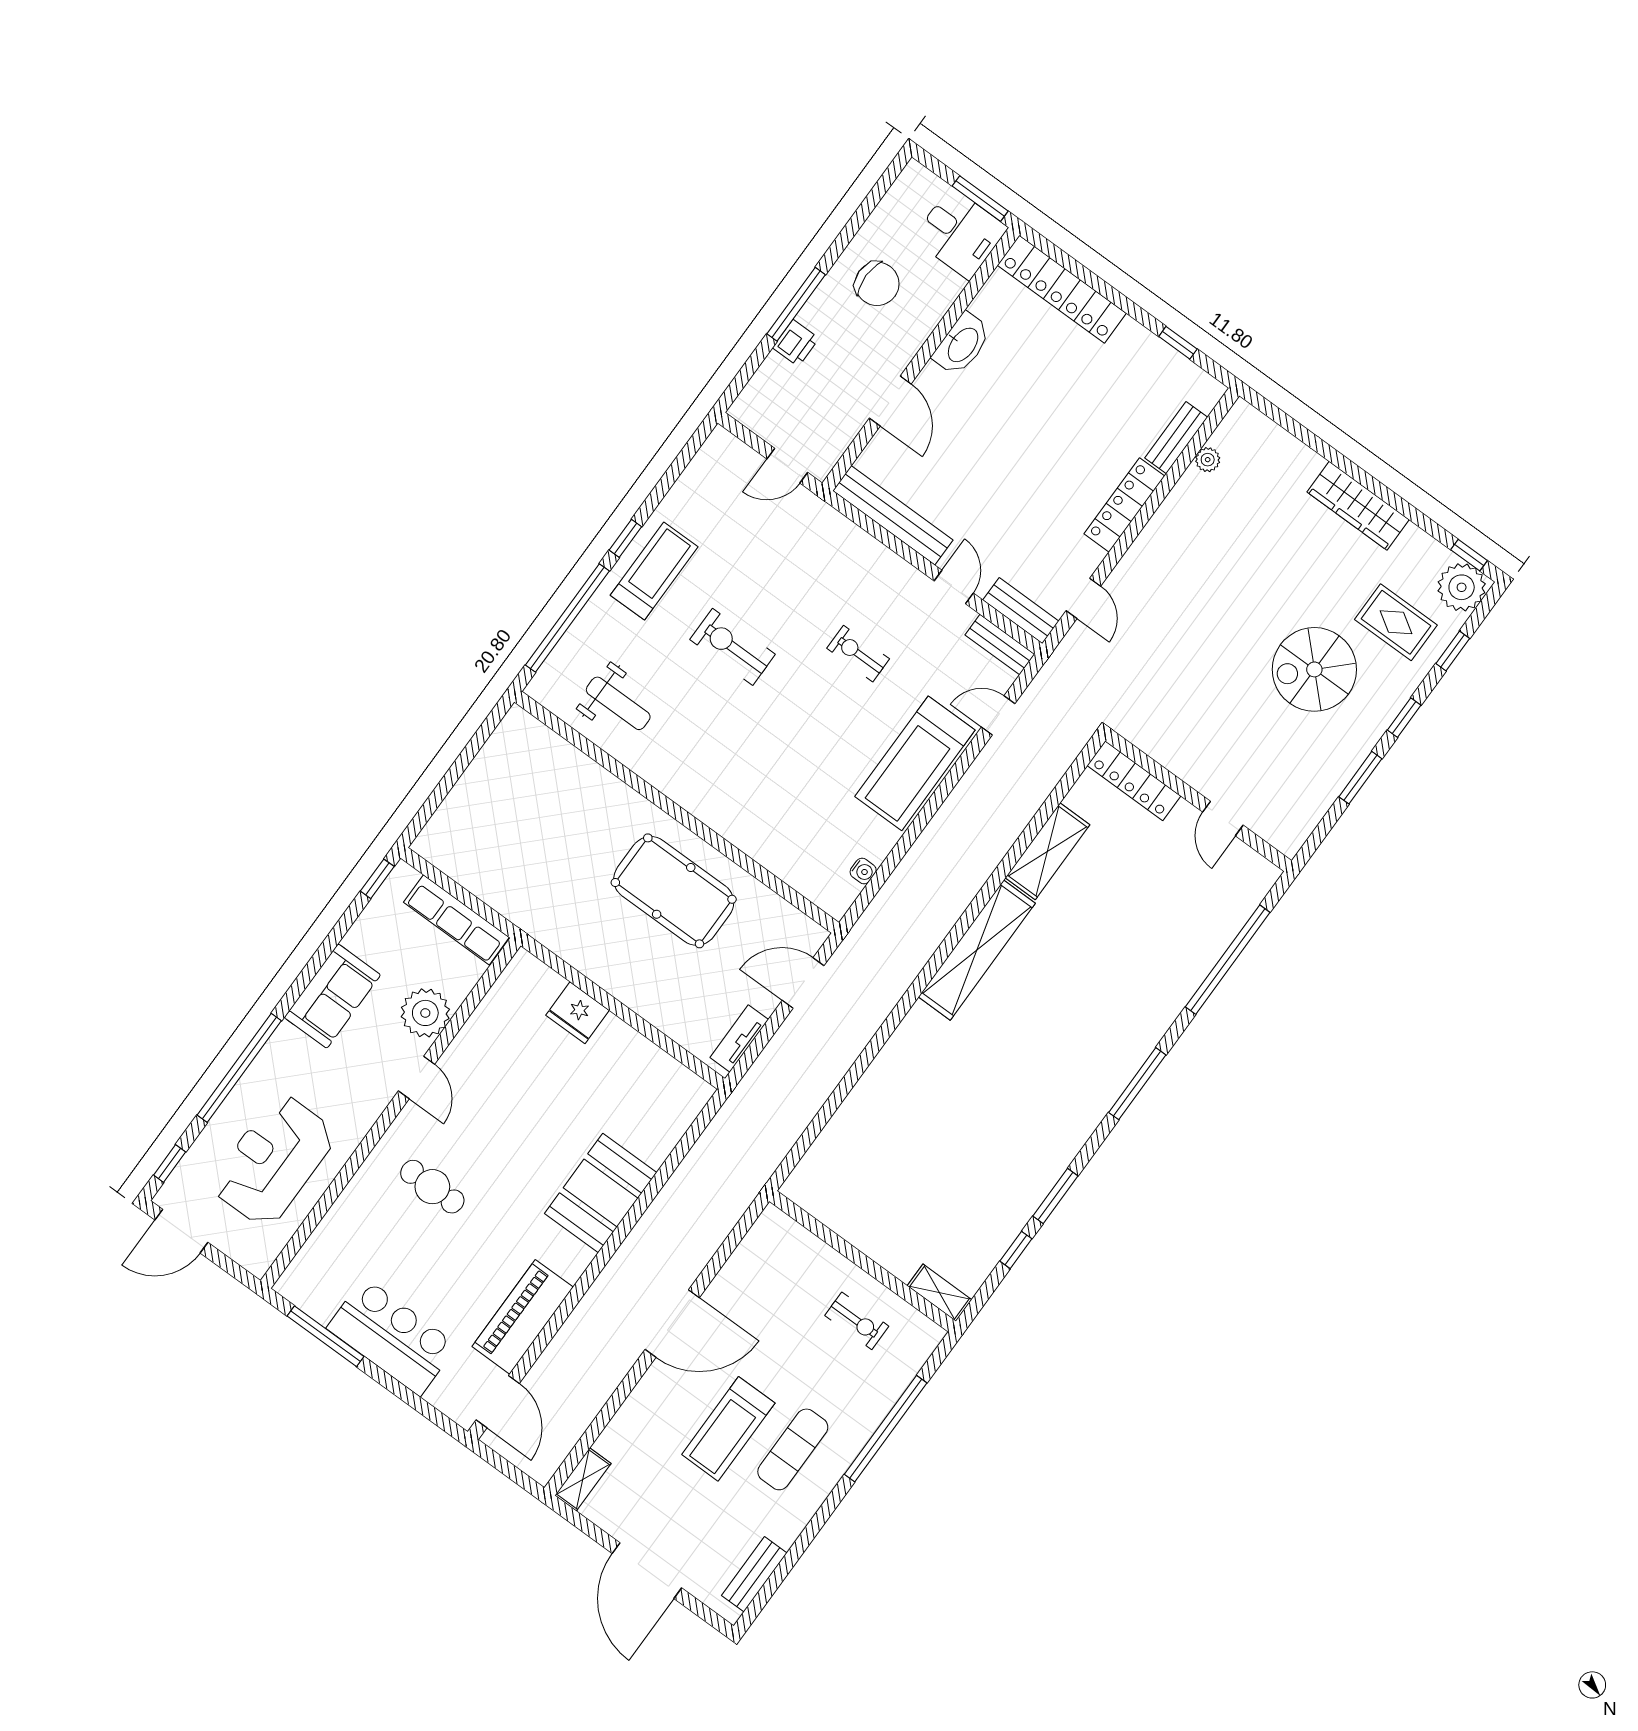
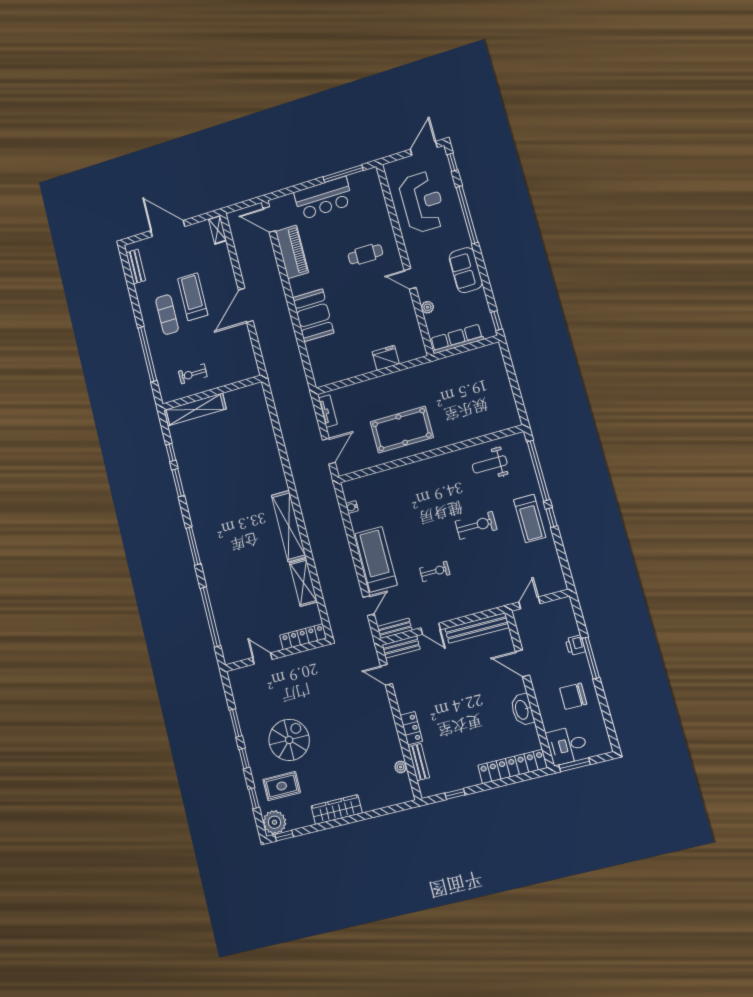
locker: (1124, 505) -> (411, 728), width x0.66
plant: (425, 1013) -> (427, 307), width x0.53, depth x0.53
shelving: (939, 1293) -> (195, 410), width x2.20, depth x1.33

